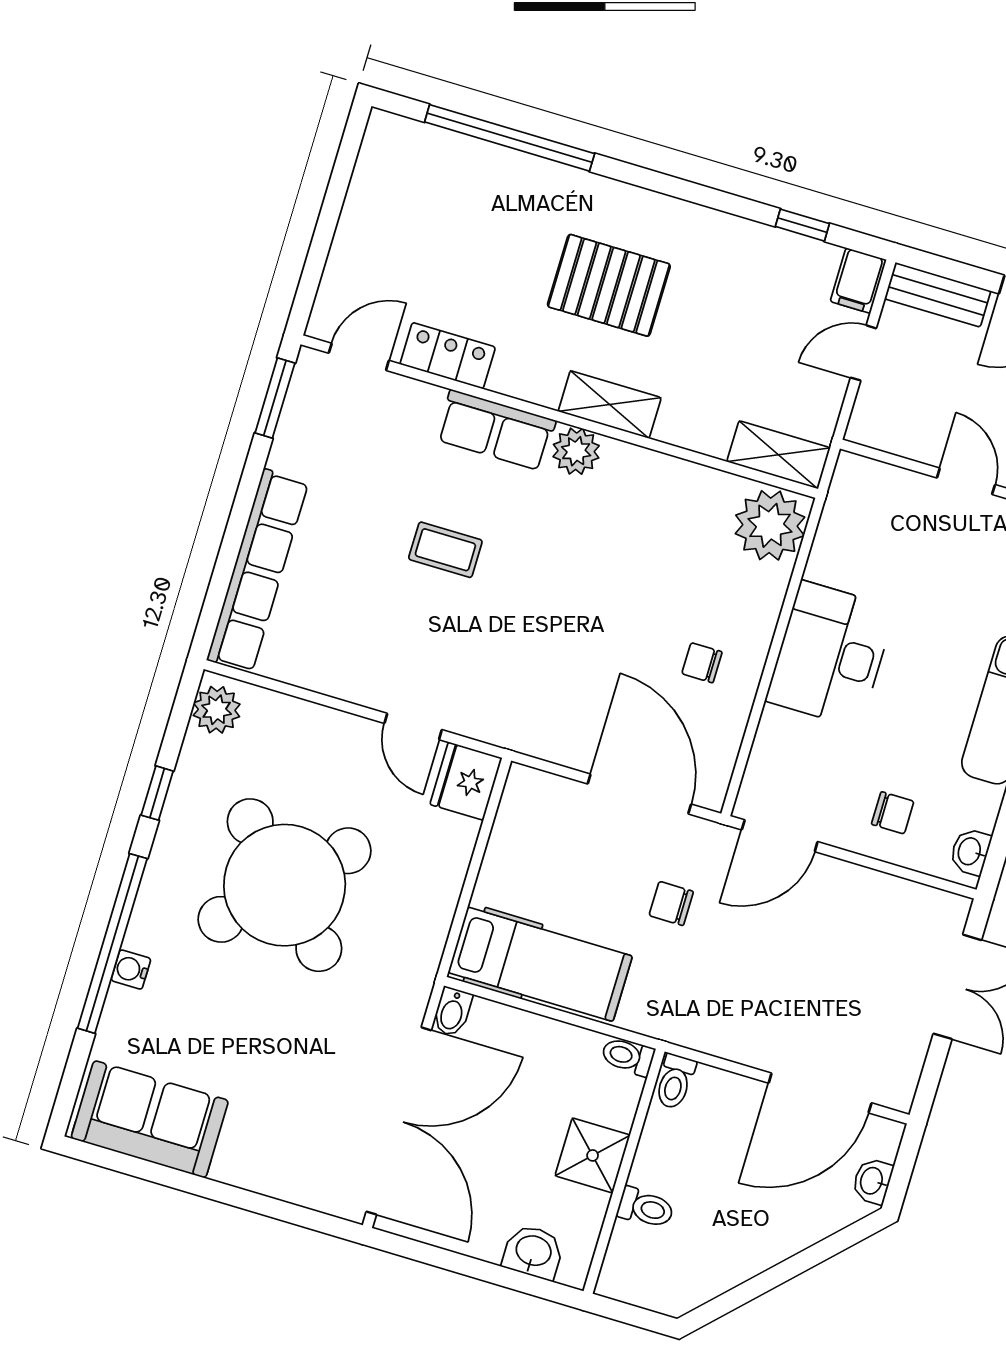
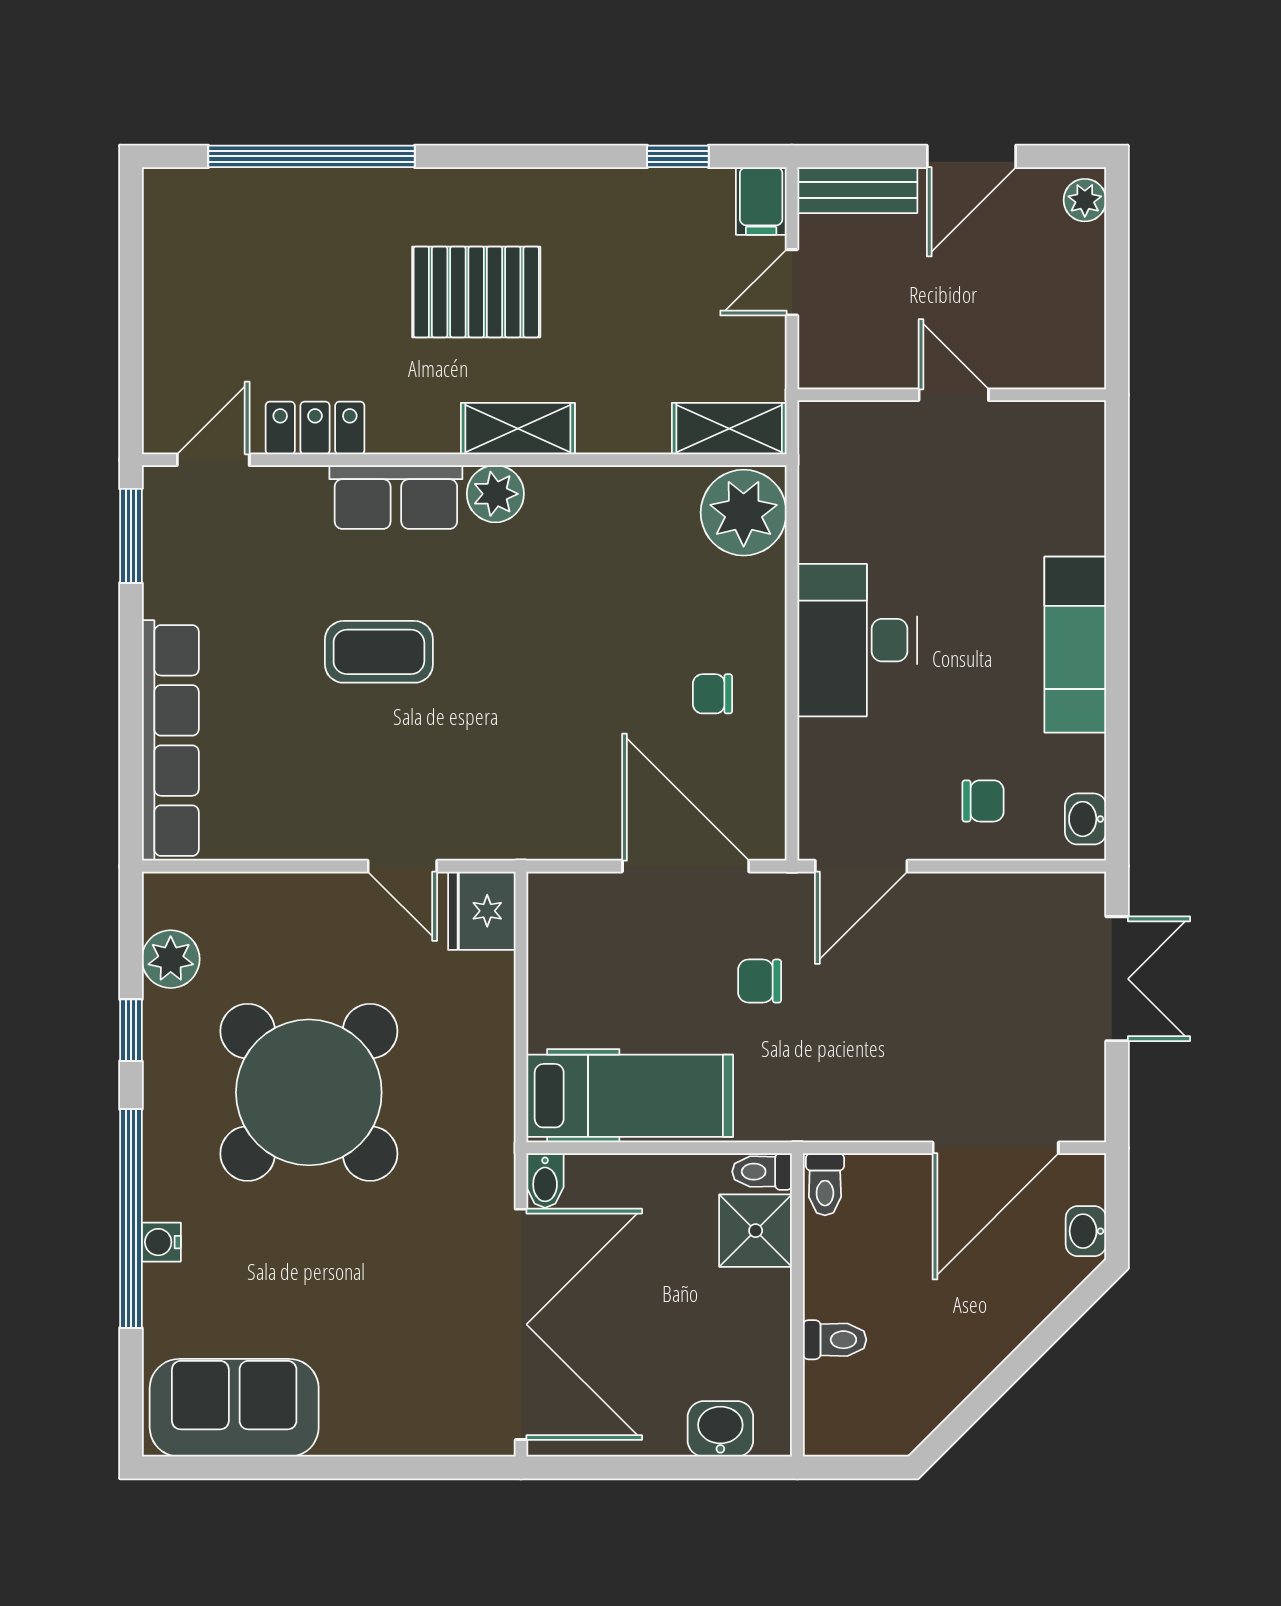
coffee table: (445, 550) -> (379, 652), width x1.36, depth x1.30
plant: (217, 710) -> (171, 959), moved
shower: (593, 1155) -> (756, 1231), moved

